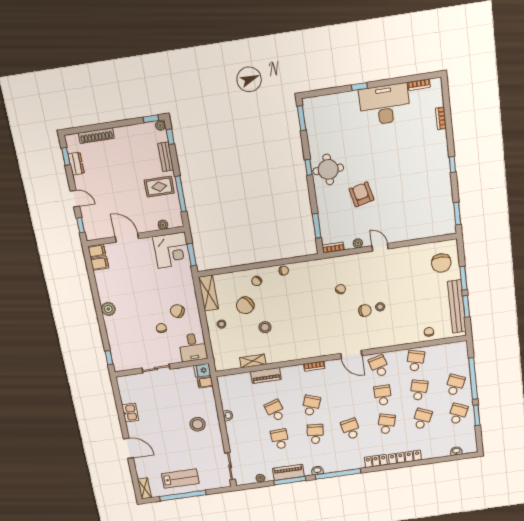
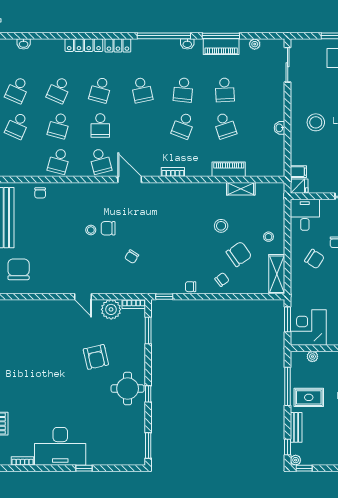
plant: (358, 243) -> (111, 309), width x1.88, depth x1.88
window: (306, 258) -> (164, 297), added

